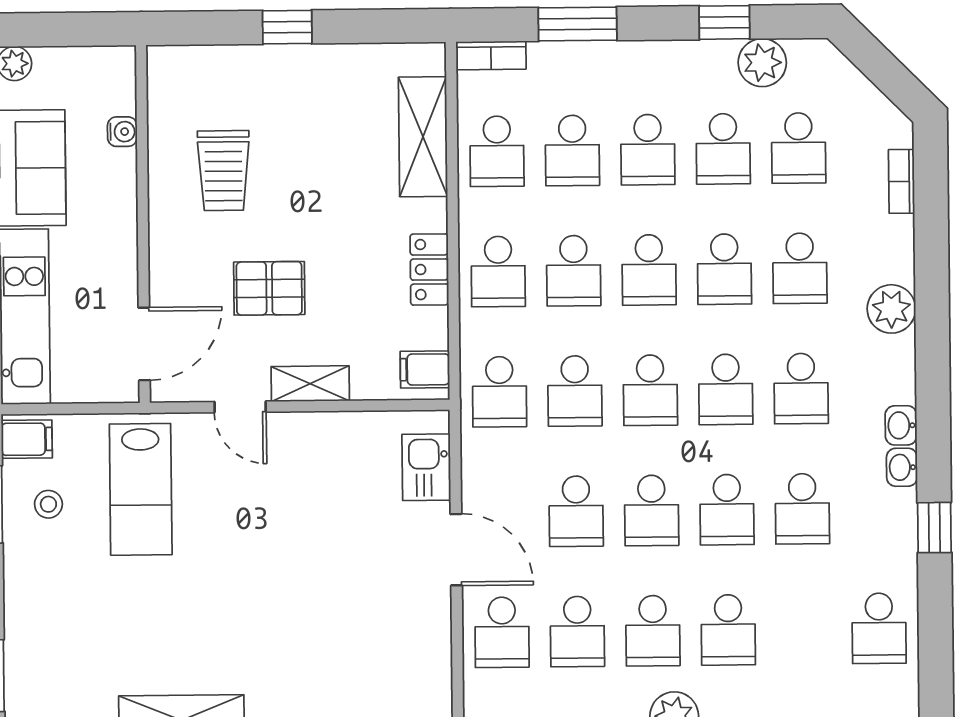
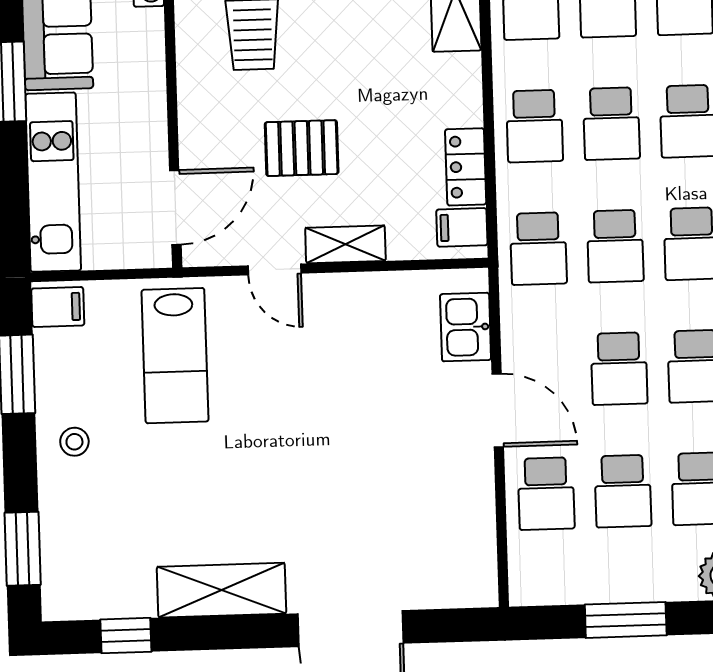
locker: (429, 269) -> (466, 167), moved
stool: (48, 504) -> (74, 442), moved

